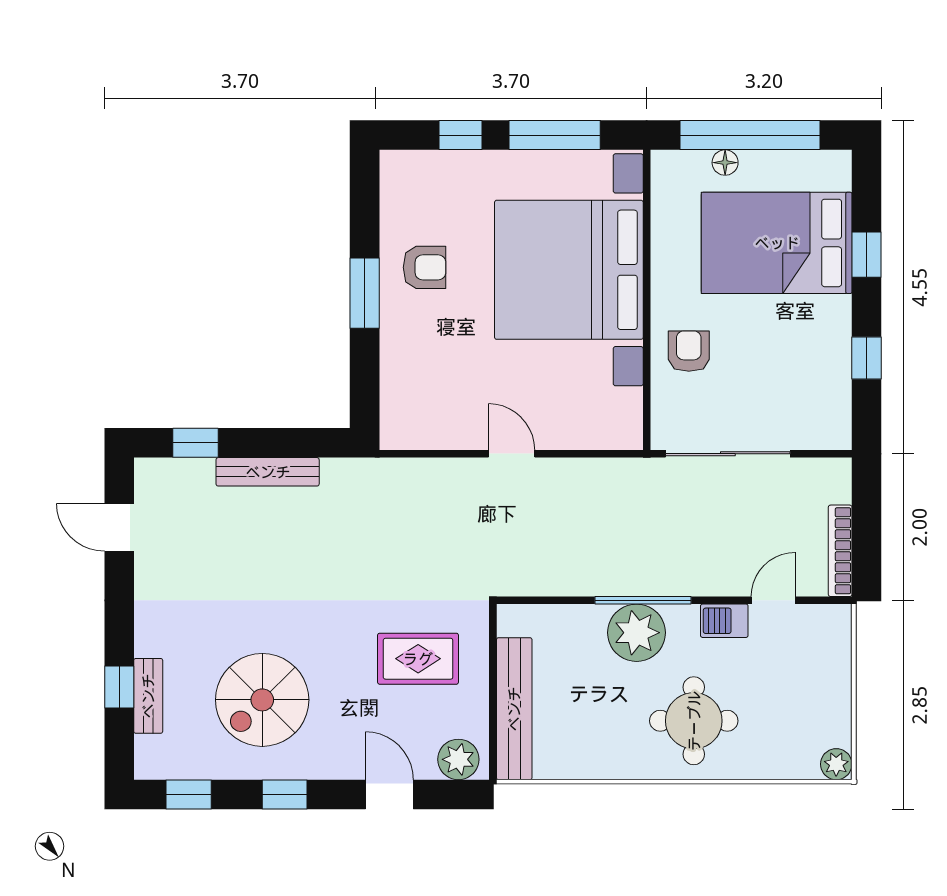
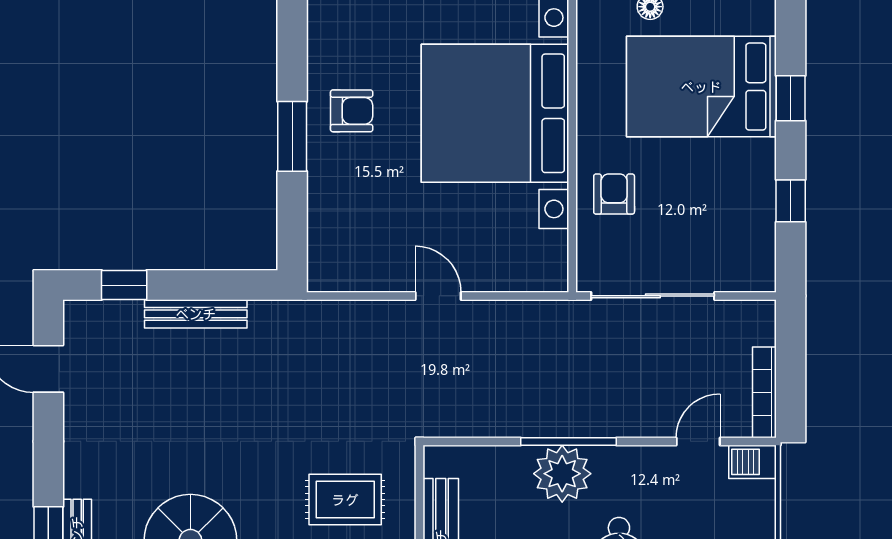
barbecue: (724, 621) -> (752, 462), moved

